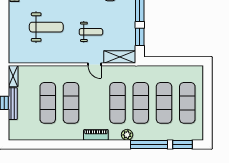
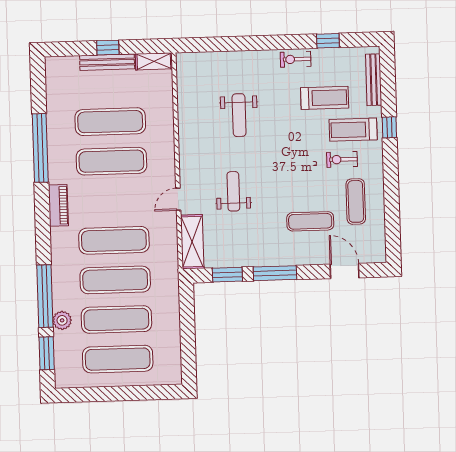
weight bench: (46, 27) -> (239, 115), width x0.73, depth x0.75
weight bench: (91, 32) -> (233, 191), turned 180
plant: (127, 135) -> (62, 320), moved
window: (62, 144) -> (40, 148), added

